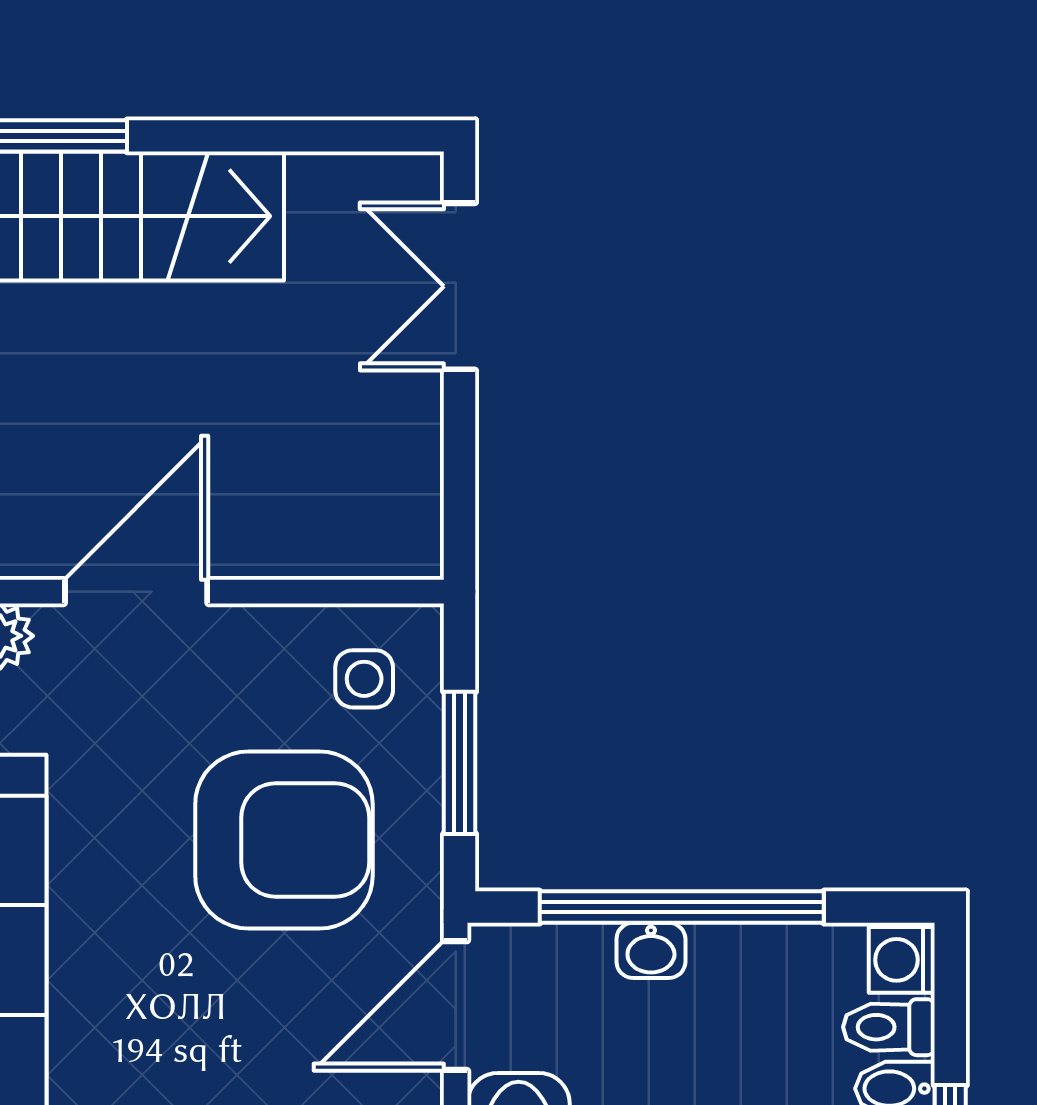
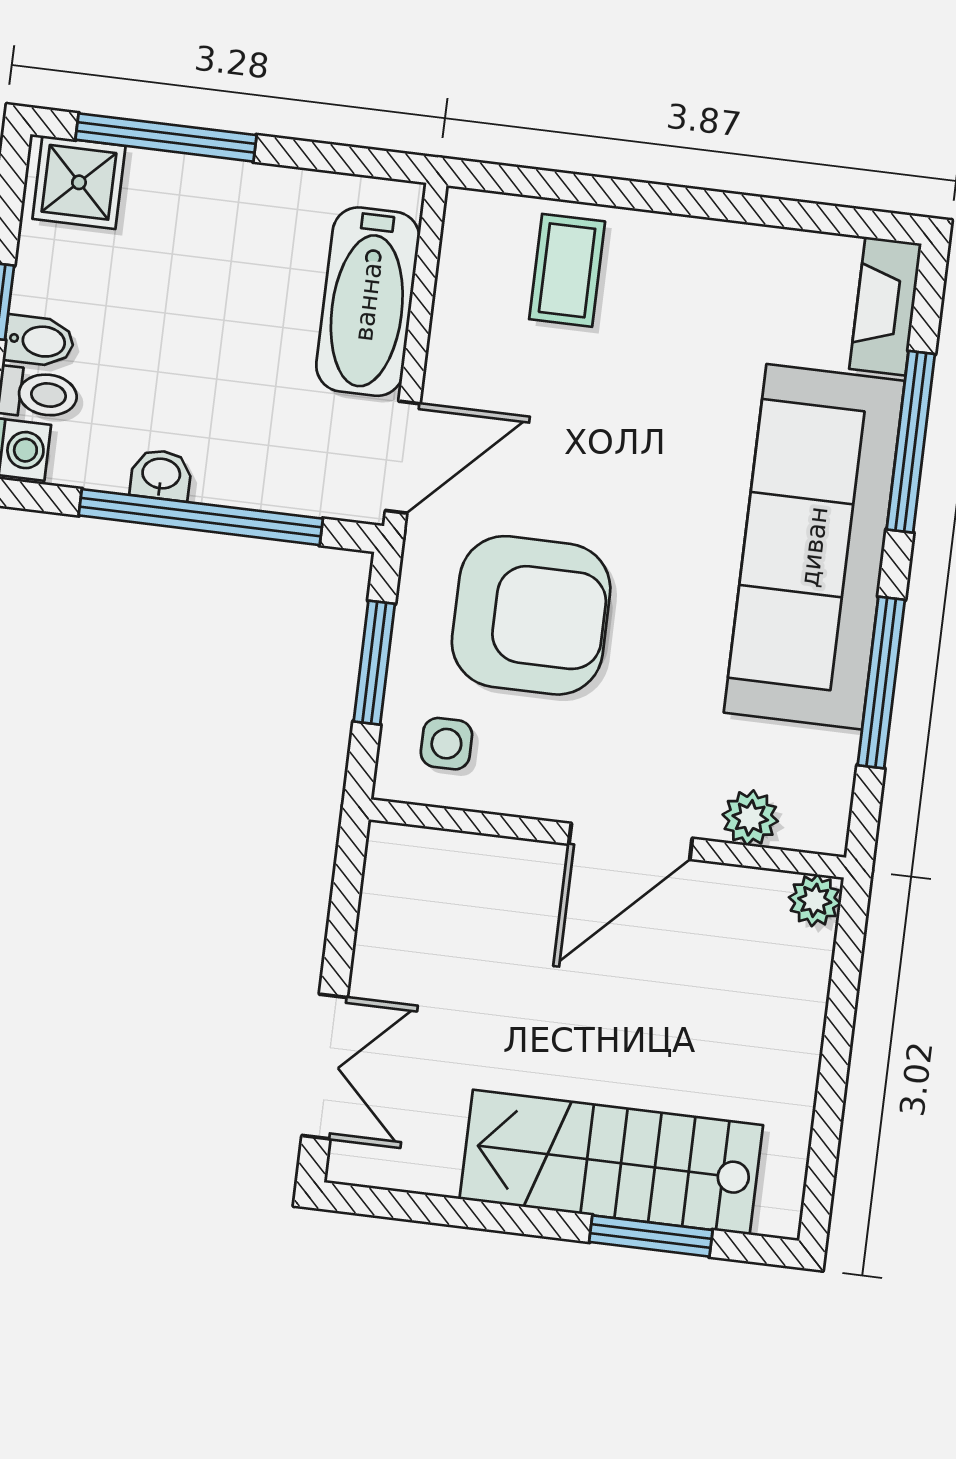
armchair: (284, 840) -> (531, 615), turned 180
washbasin: (651, 950) -> (161, 475), moved

